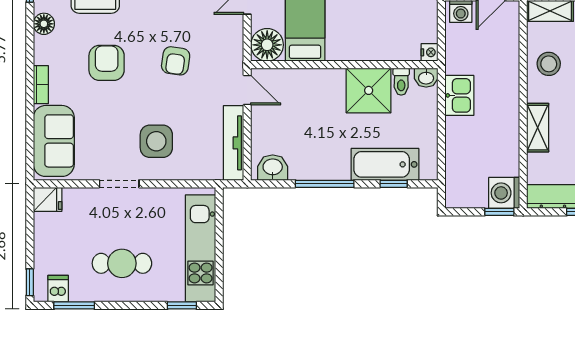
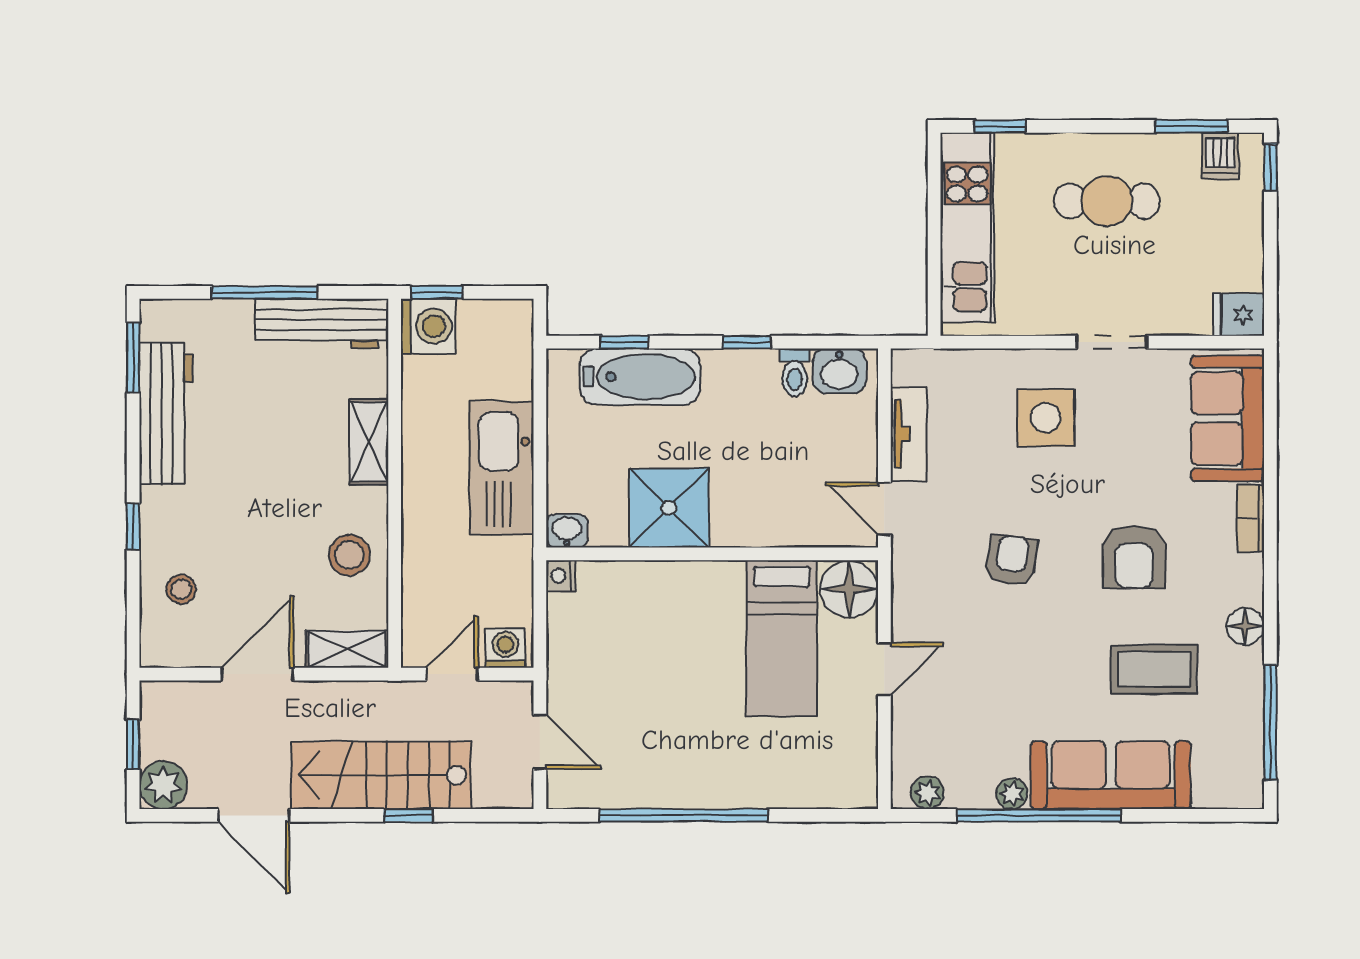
toilet: (401, 82) -> (795, 372), moved, turned 180
kitchen sink: (459, 95) -> (502, 468), width x1.88, depth x1.24
tv unit: (234, 143) -> (909, 434), width x0.71
window: (325, 184) -> (747, 342), width x0.46

